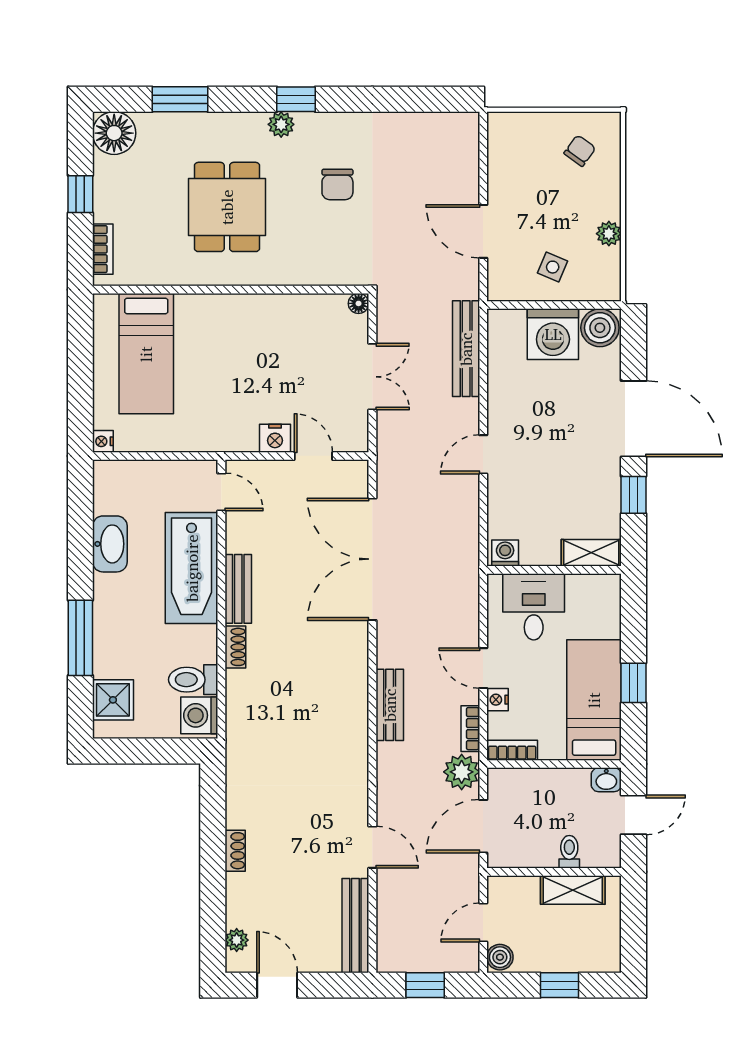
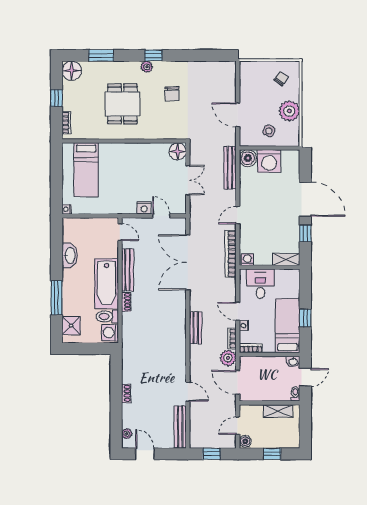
plant: (609, 234) -> (289, 111), width x1.88, depth x1.88
floor lamp: (359, 303) -> (178, 151), width x1.89, depth x1.89
boiler: (600, 328) -> (248, 158), moved
bookcase: (467, 541) -> (231, 254), added
bathtub: (192, 568) -> (106, 284), moved
bench: (238, 589) -> (128, 270), width x1.36
door: (483, 826) -> (238, 382), hinge flipped
toilet: (569, 852) -> (295, 394), moved

